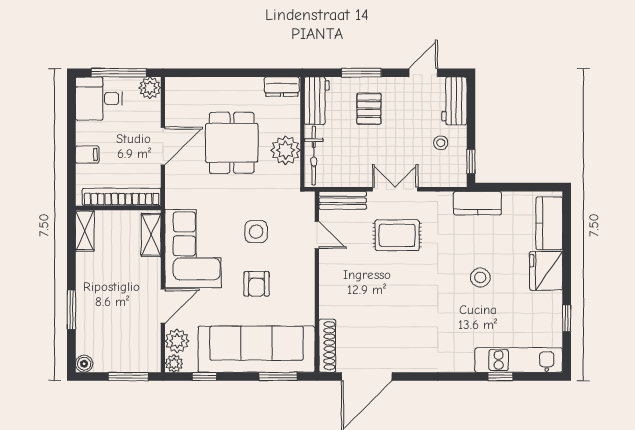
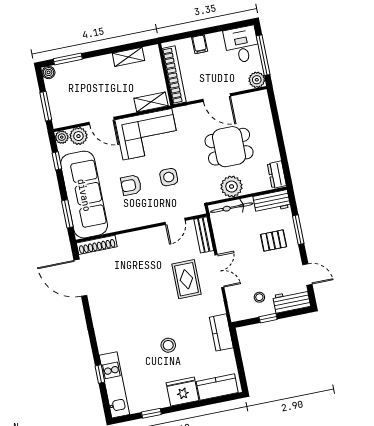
window: (471, 161) -> (268, 318), moved
shelving: (85, 231) -> (128, 57), moved
window: (71, 310) -> (68, 59), moved

